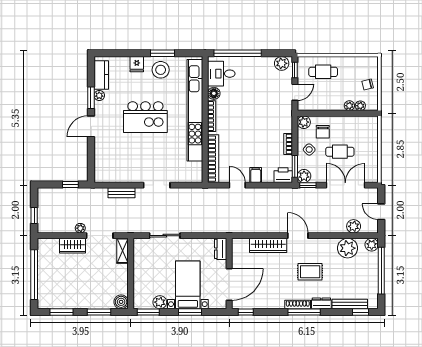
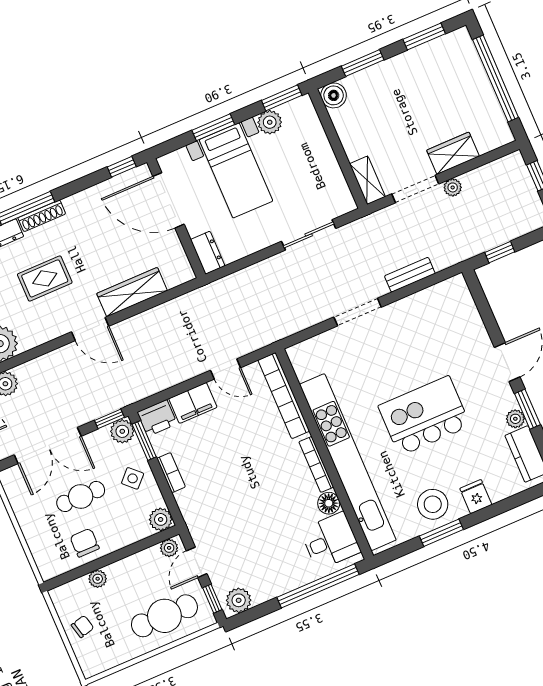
cafe table: (323, 72) -> (164, 616), width x1.37, depth x1.35
plant: (360, 106) -> (169, 548), moved
chair: (323, 132) -> (85, 543), moved
filing cabinet: (256, 175) -> (193, 403), width x2.00
door: (229, 284) -> (168, 200), hinge flipped

